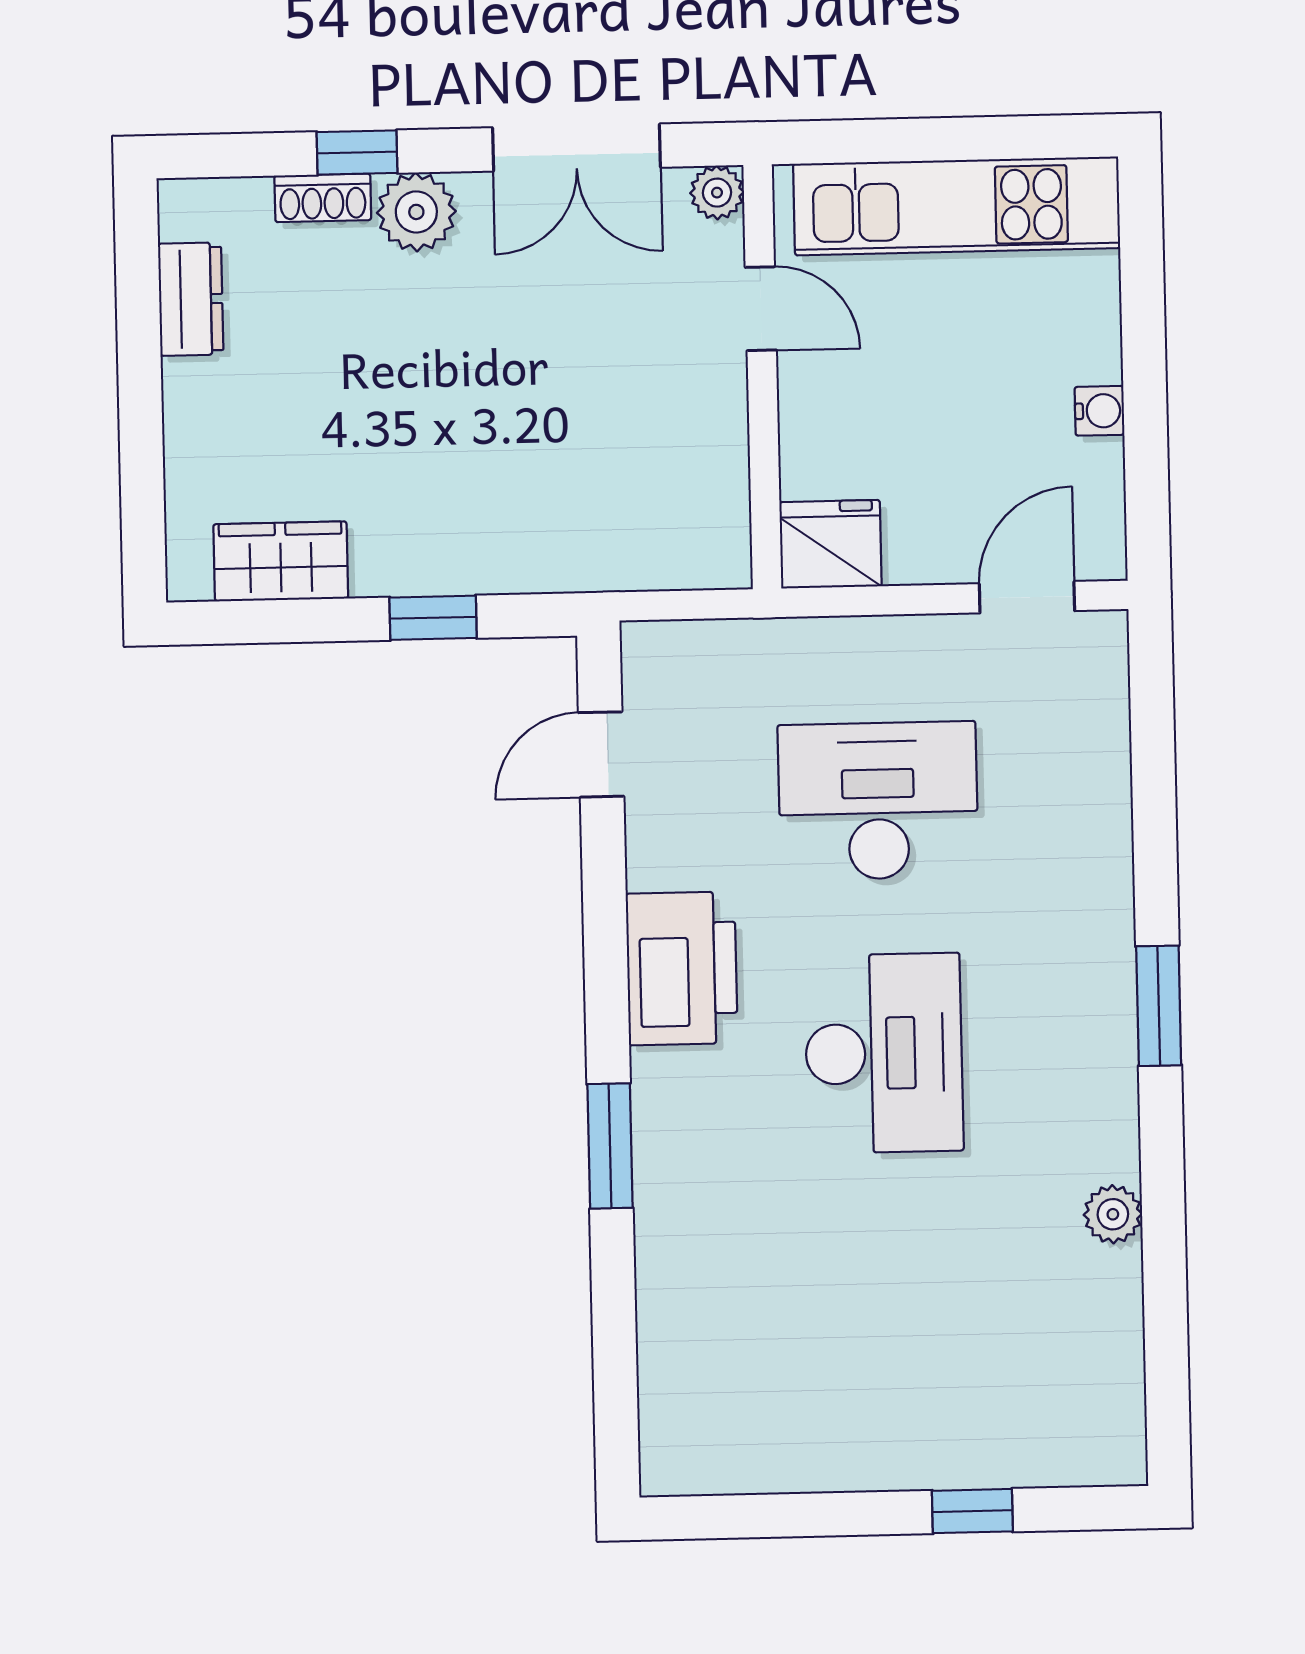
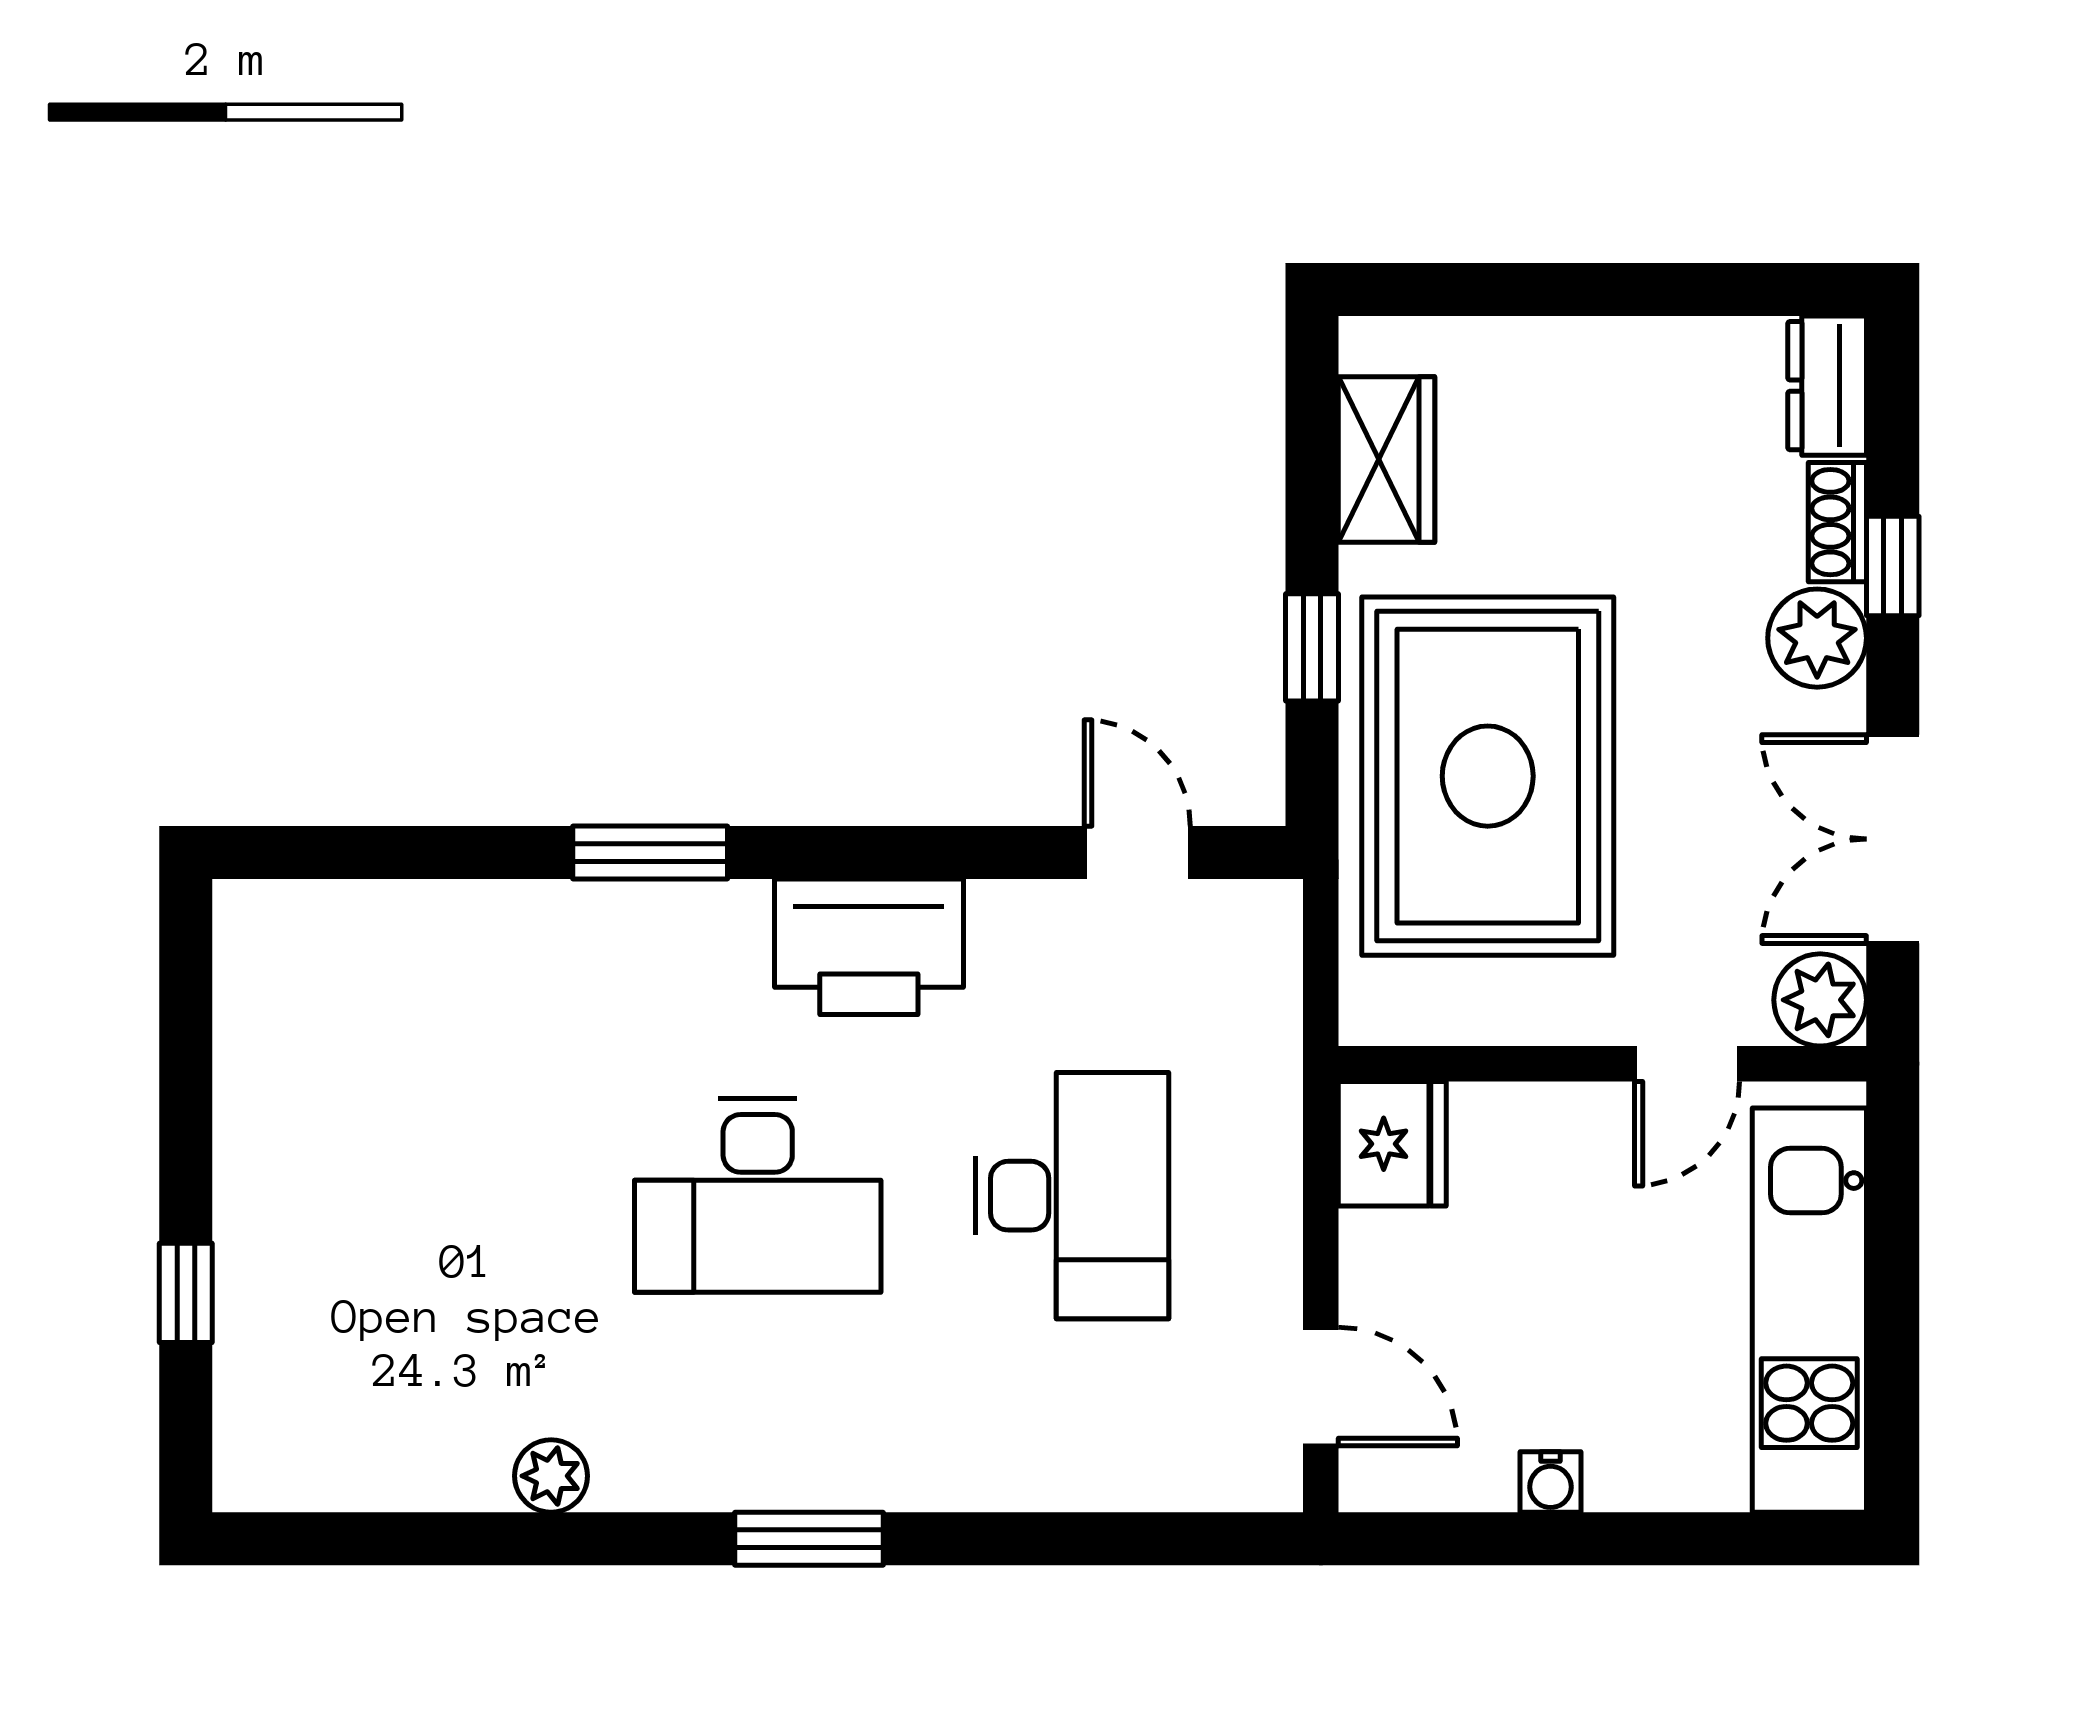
plant: (717, 193) -> (1820, 1000), width x1.38, depth x1.38
dresser: (191, 299) -> (1827, 386), moved, turned 90
rug: (533, 474) -> (1488, 776), added

